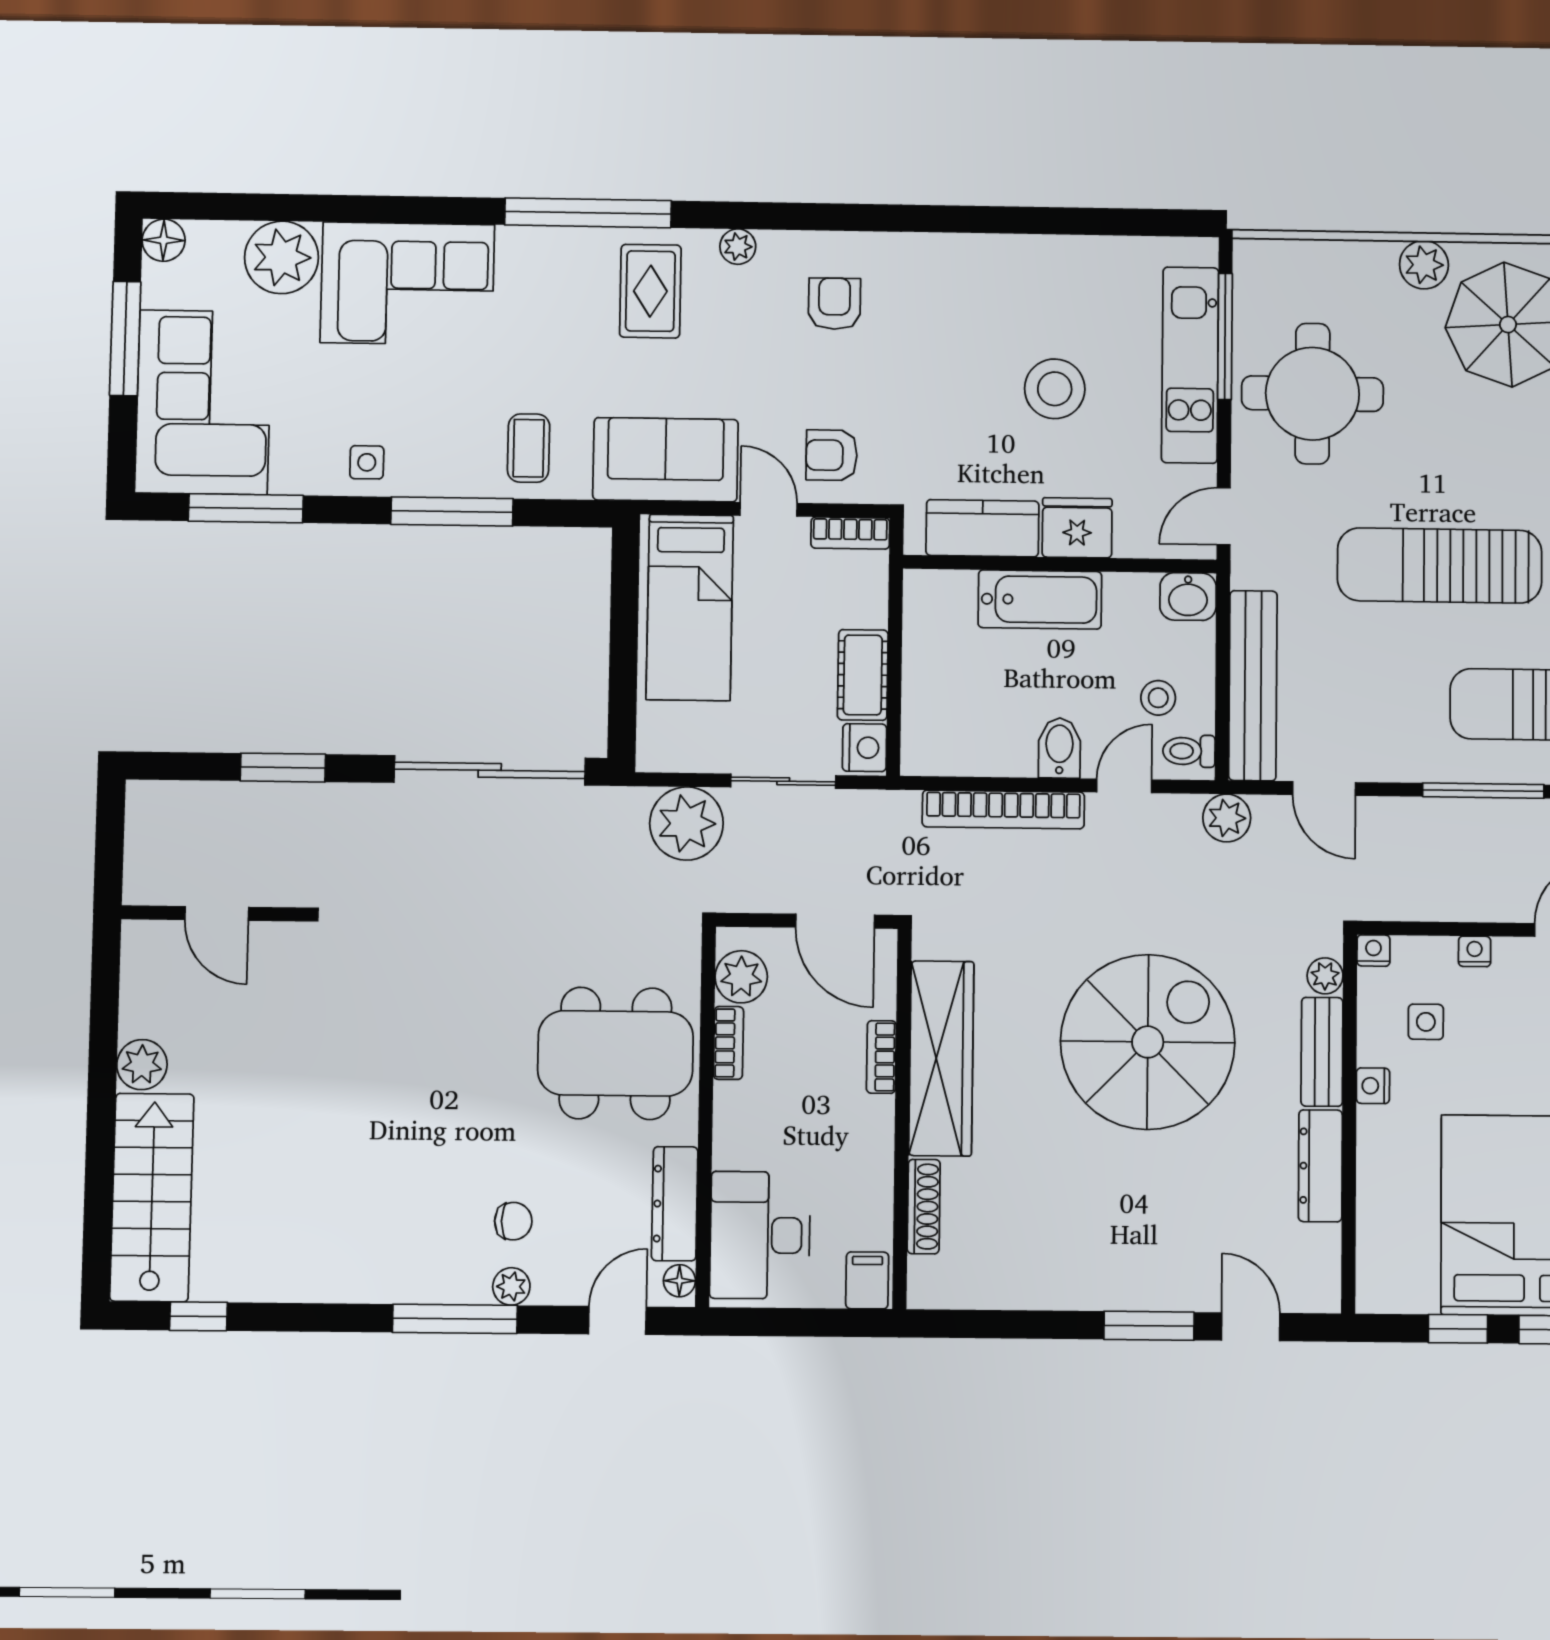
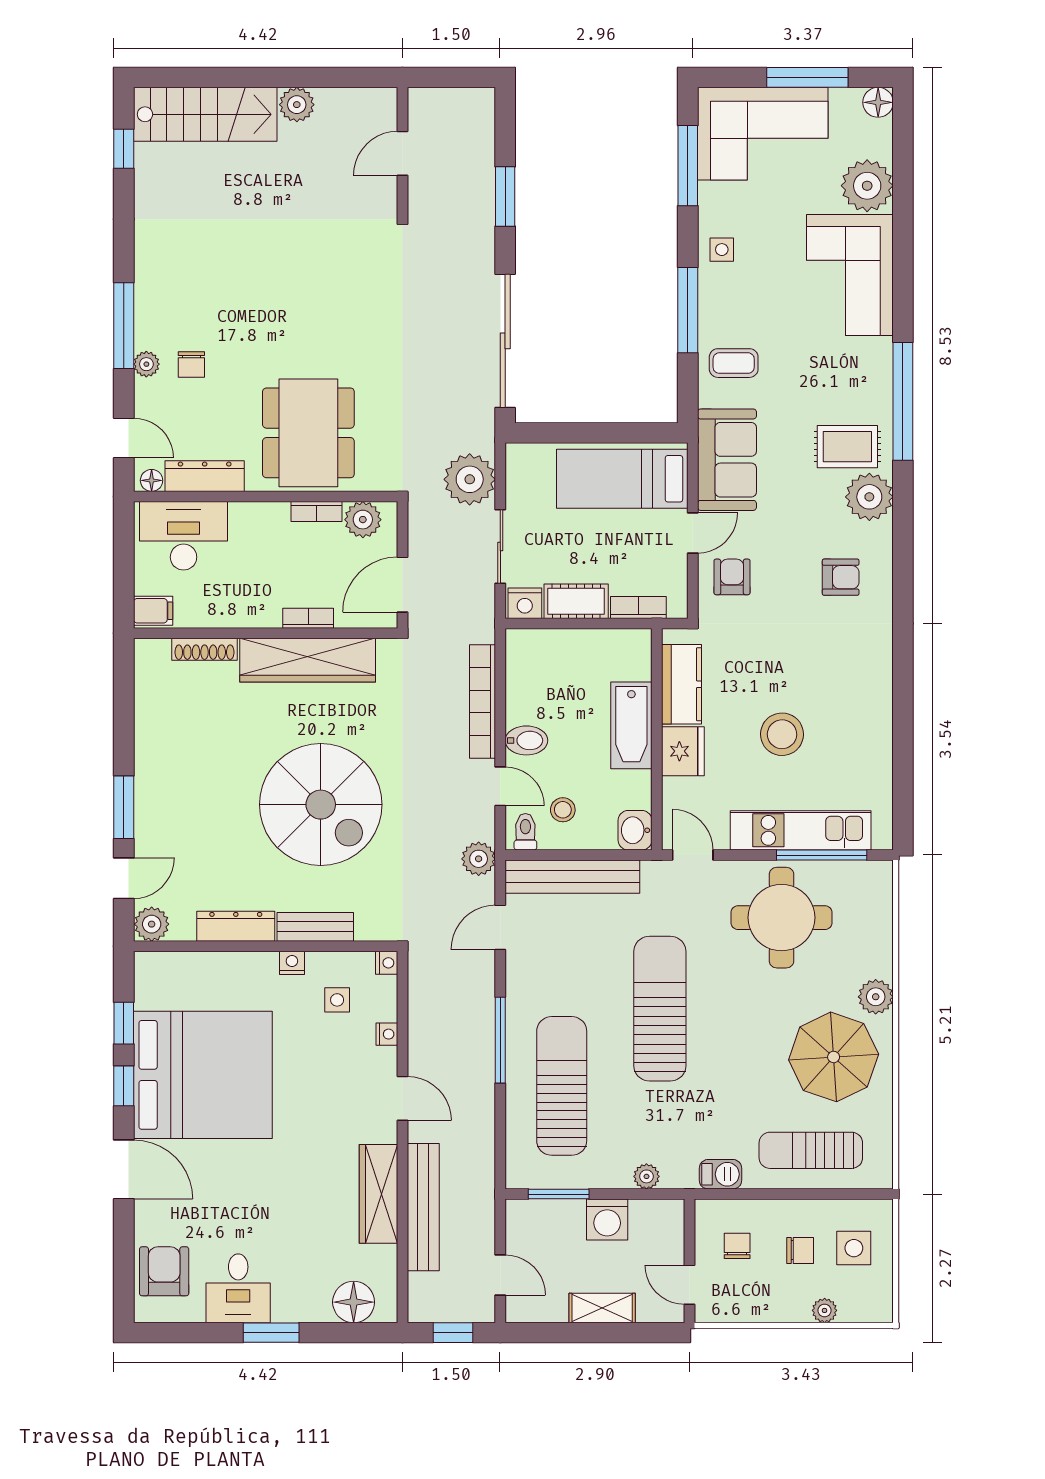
plant: (738, 247) -> (869, 497), width x1.88, depth x1.88
bookcase: (850, 533) -> (638, 608), moved, turned 90
plant: (1325, 976) -> (152, 924), moved, width x1.38, depth x1.38

